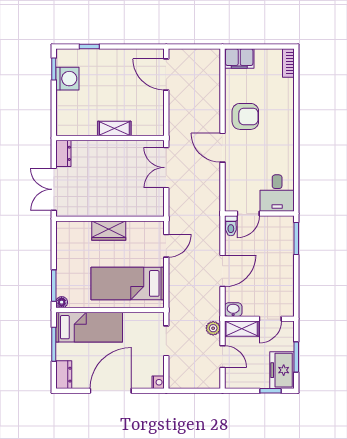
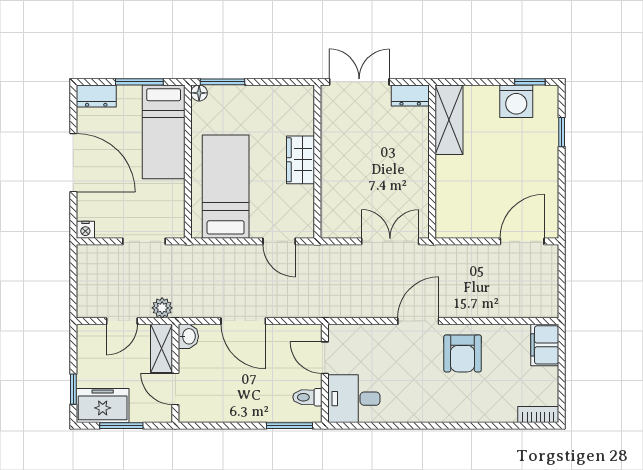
shelving: (114, 128) -> (449, 120), moved, width x1.50, depth x1.33
toilet: (231, 226) -> (307, 397), moved

